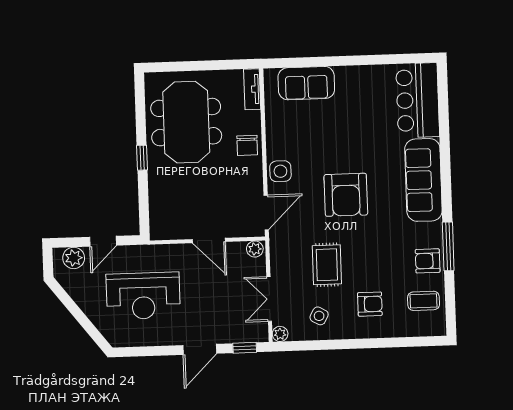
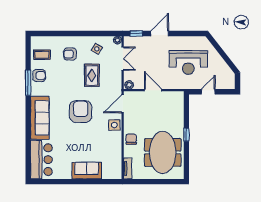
sofa: (306, 83) -> (87, 171), moved
plant: (74, 258) -> (224, 84), removed
reception desk: (143, 296) -> (188, 62), turned 180

